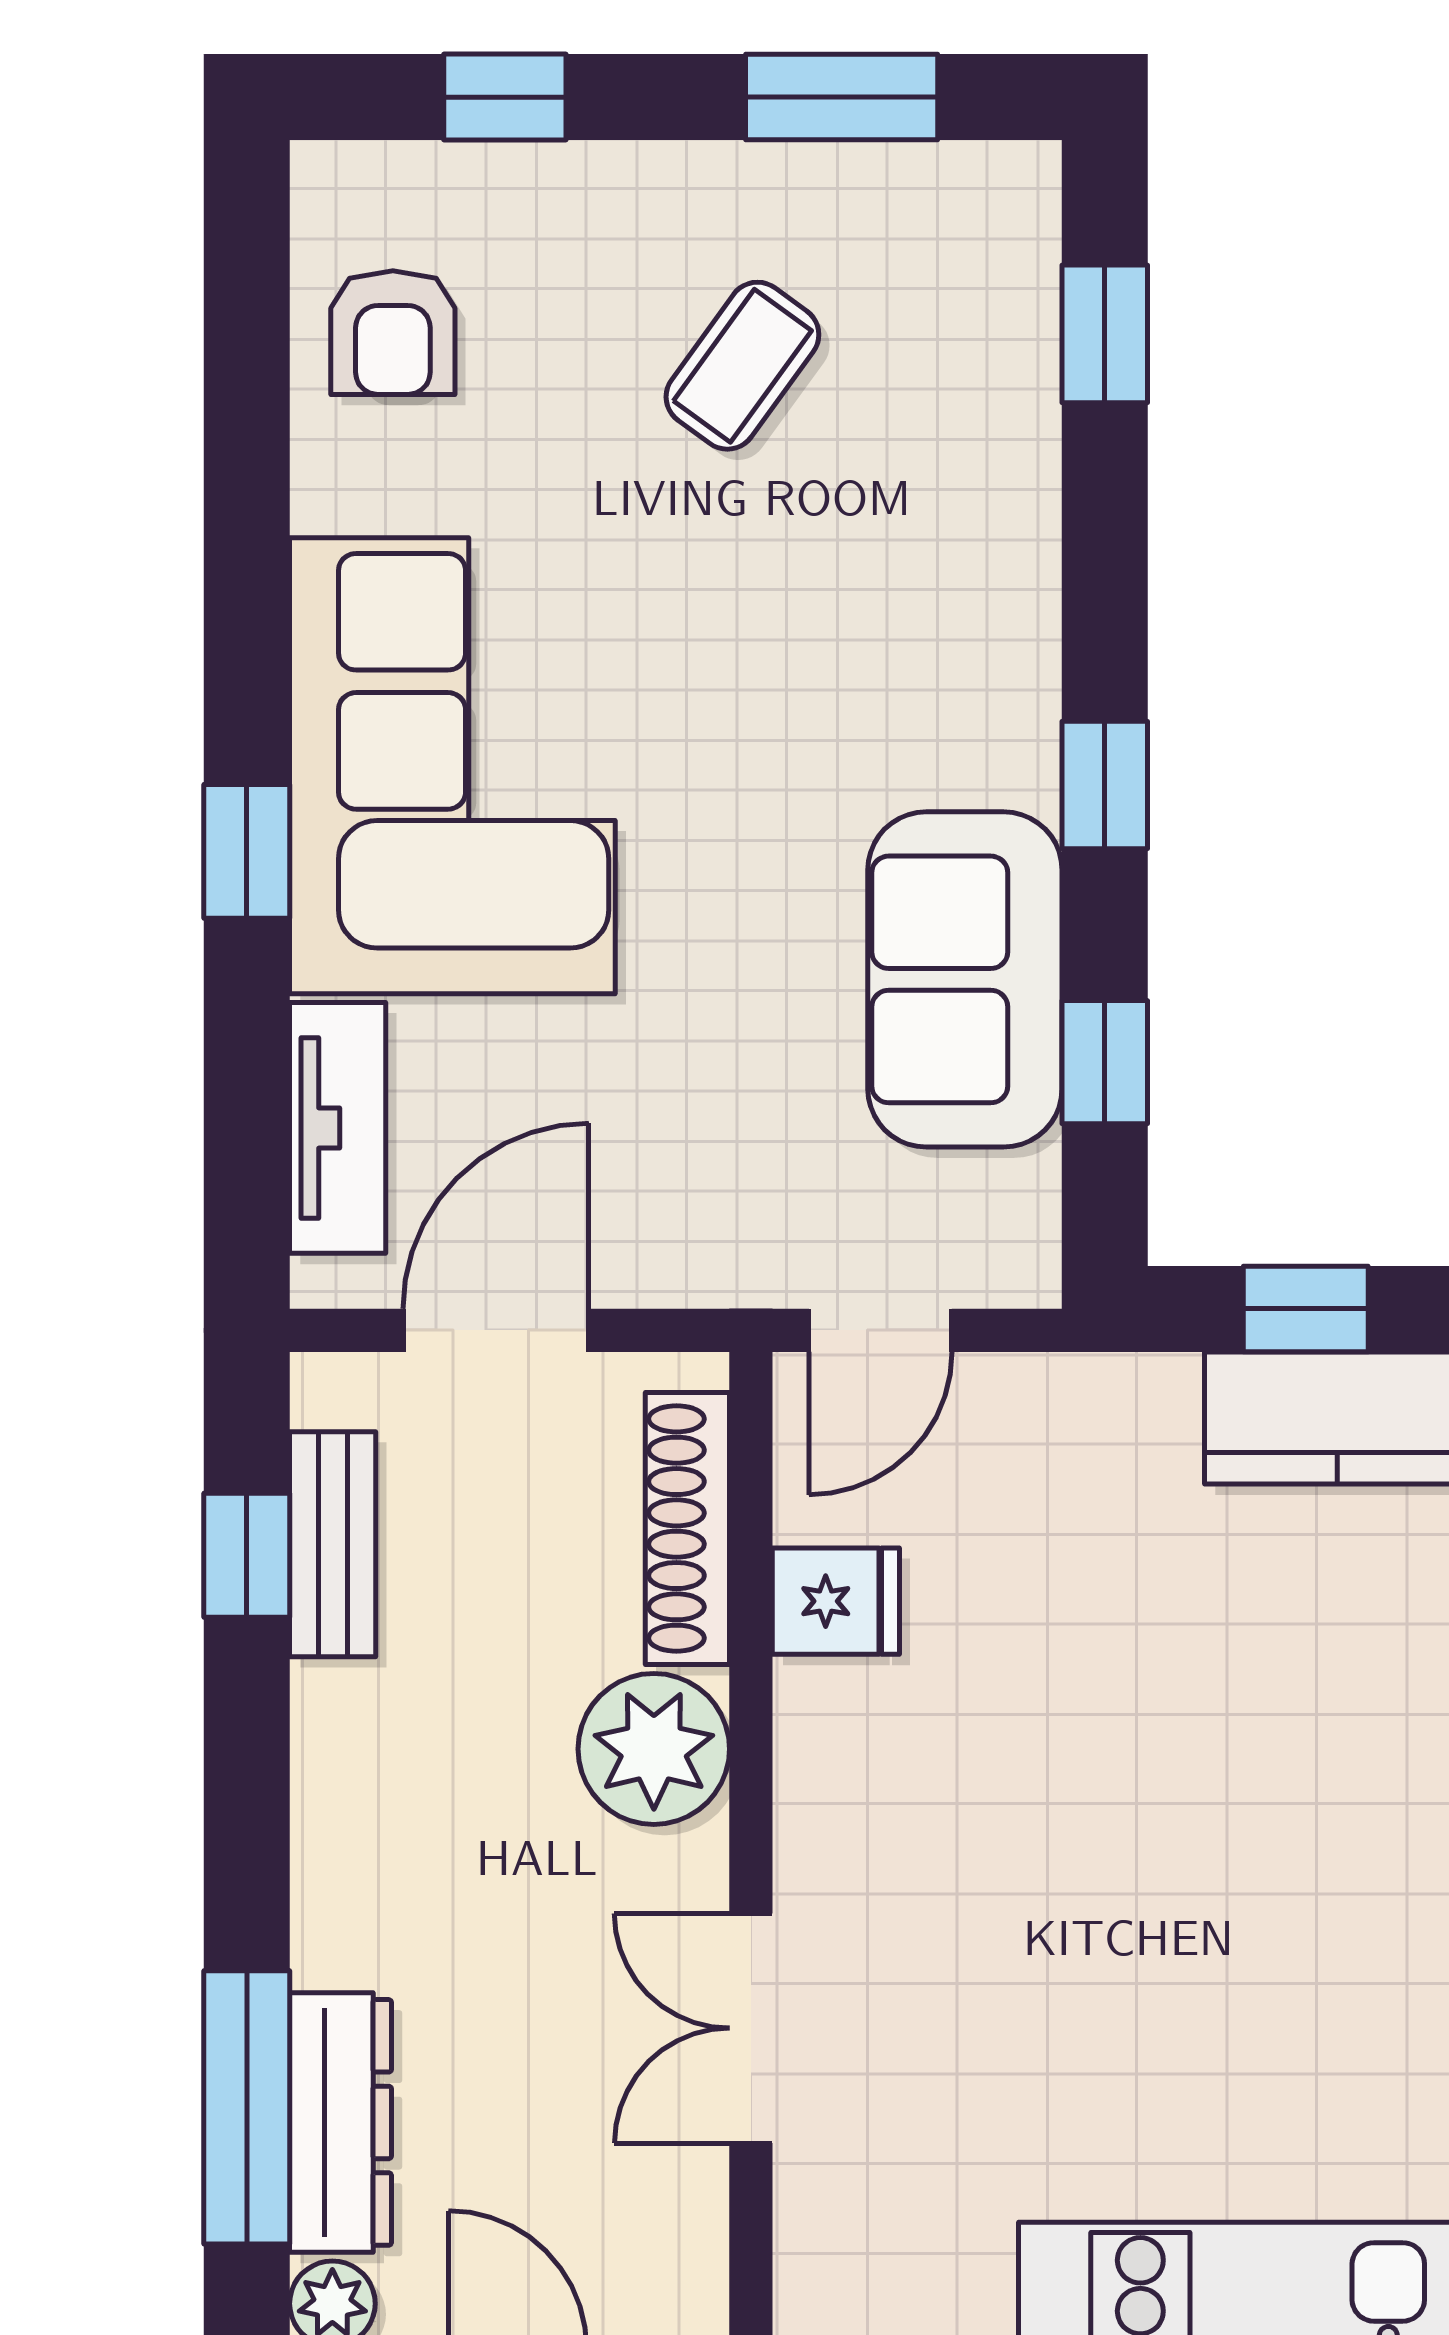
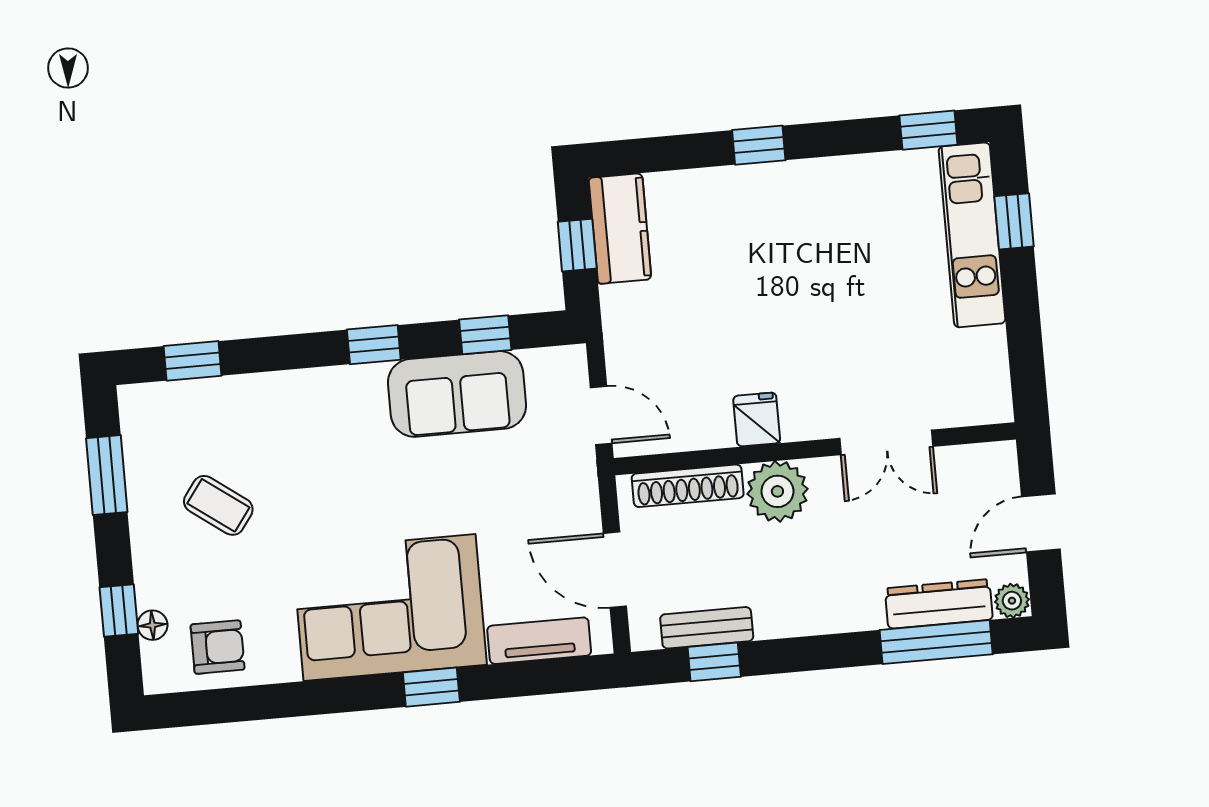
floor lamp: (461, 177) -> (152, 625), added
fridge: (836, 1601) -> (757, 419), moved

